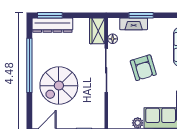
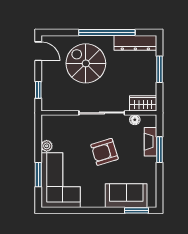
window: (50, 15) -> (159, 69), moved
dresser: (52, 25) -> (135, 43), moved, turned -90

